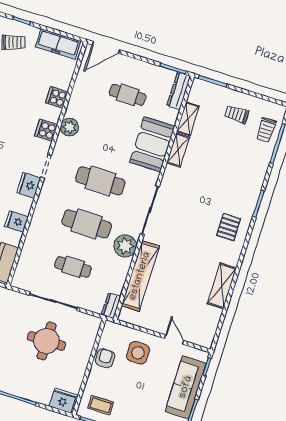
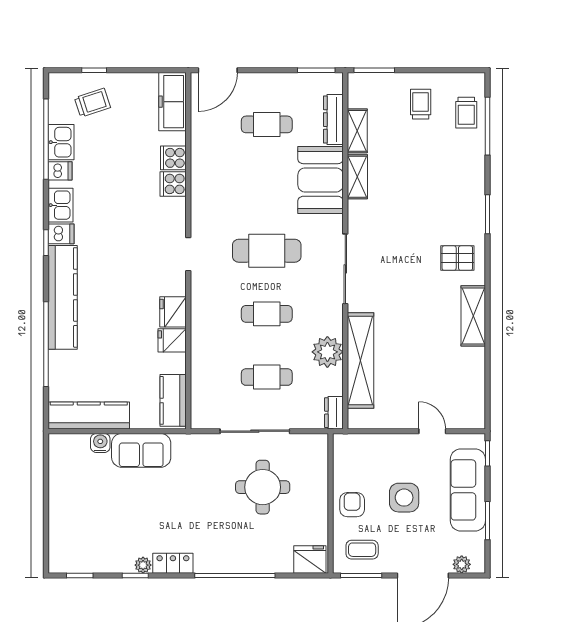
freezer: (58, 44) -> (173, 102), moved, turned 90
dresser: (179, 91) -> (333, 120), moved
trolley: (237, 114) -> (421, 104), turned 90
plant: (69, 127) -> (203, 192), removed
cooker: (46, 130) -> (173, 184), moved
fridge: (29, 185) -> (173, 312), moved
cafe table: (87, 224) -> (267, 314), width x0.73, depth x0.74
pallet: (229, 227) -> (457, 258), turned 90
plant: (125, 246) -> (327, 352), moved
shelving: (222, 286) -> (473, 316), moved
side table: (138, 353) -> (404, 498), moved
armchair: (105, 358) -> (352, 505), moved

